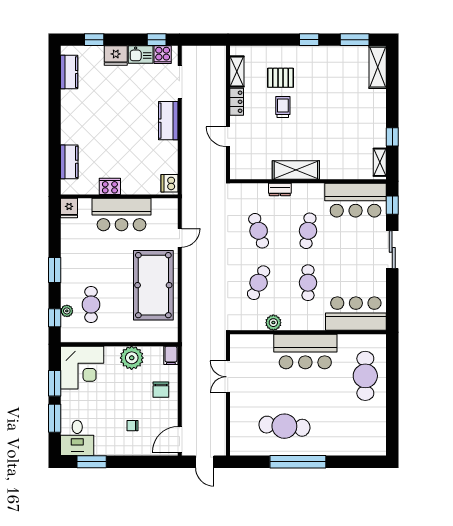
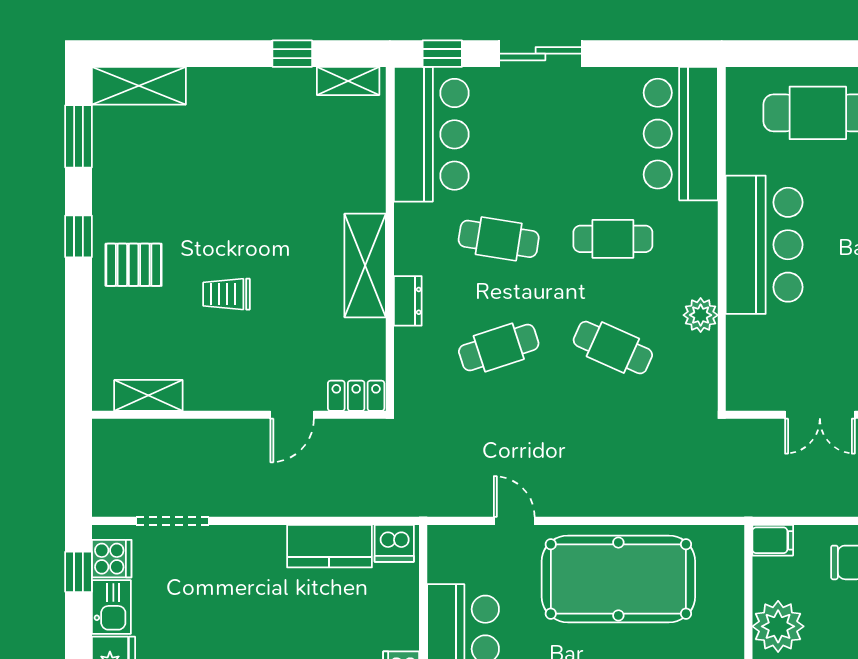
pallet: (280, 78) -> (134, 265), moved, turned 90
locker: (237, 102) -> (356, 396), moved
kitchen counter: (168, 121) -> (329, 546), moved

